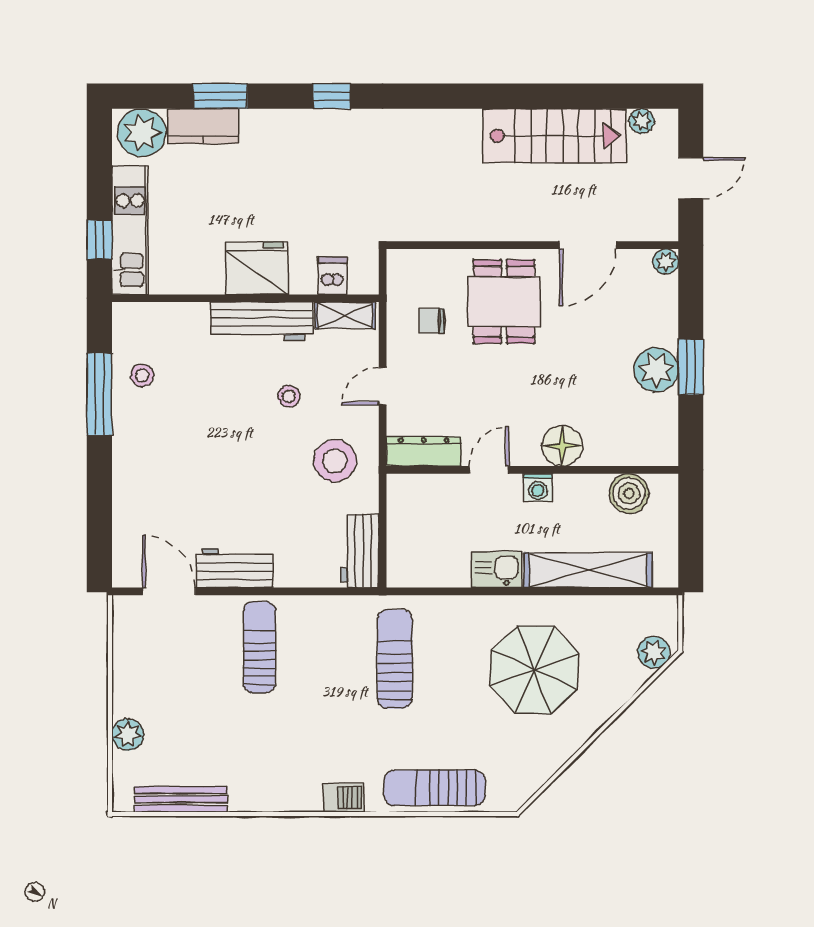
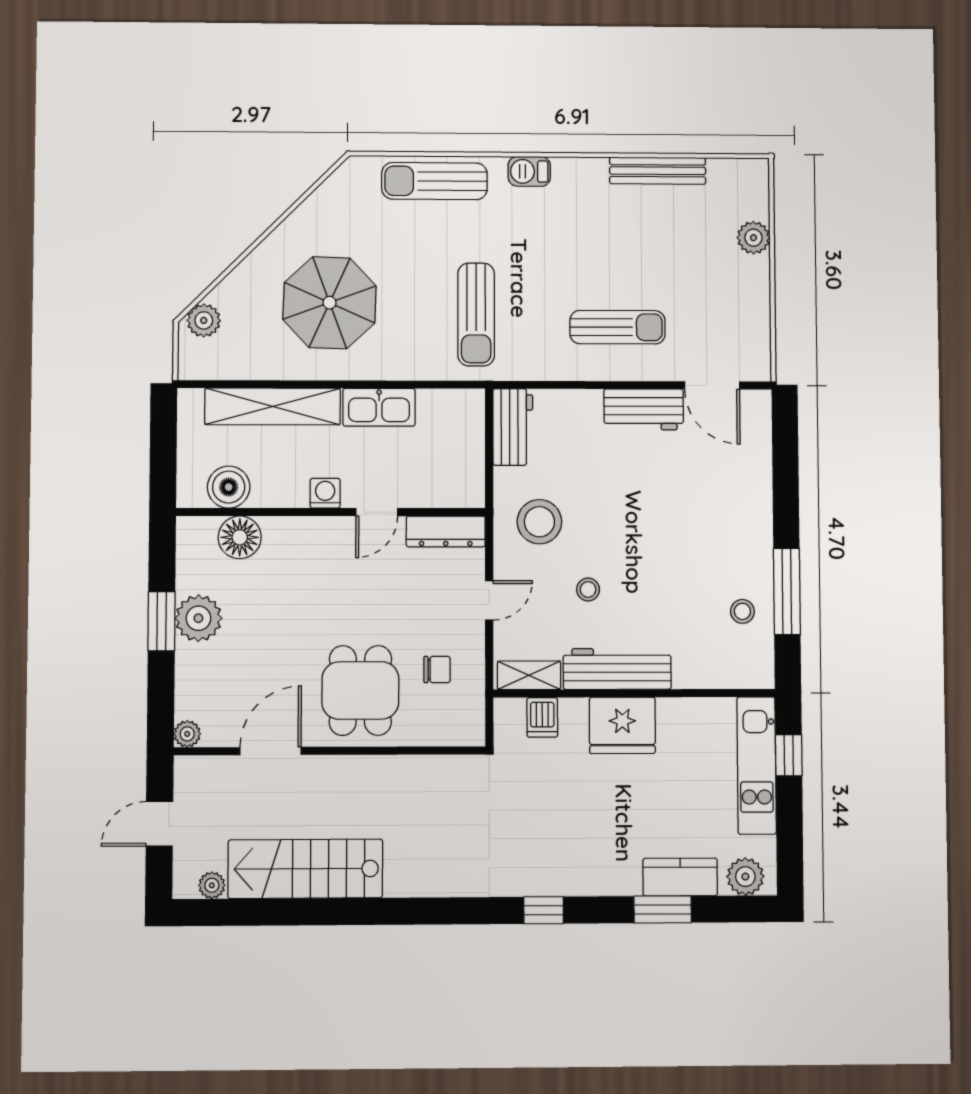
plant: (142, 133) -> (745, 877), width x0.73, depth x0.73
floor lamp: (562, 446) -> (240, 537), moved
kitchen sink: (497, 570) -> (379, 407), width x1.38
sun lounger: (260, 647) -> (617, 327), turned -90
sun lounger: (435, 788) -> (435, 181), turned 180
bench: (181, 799) -> (658, 171), moved

